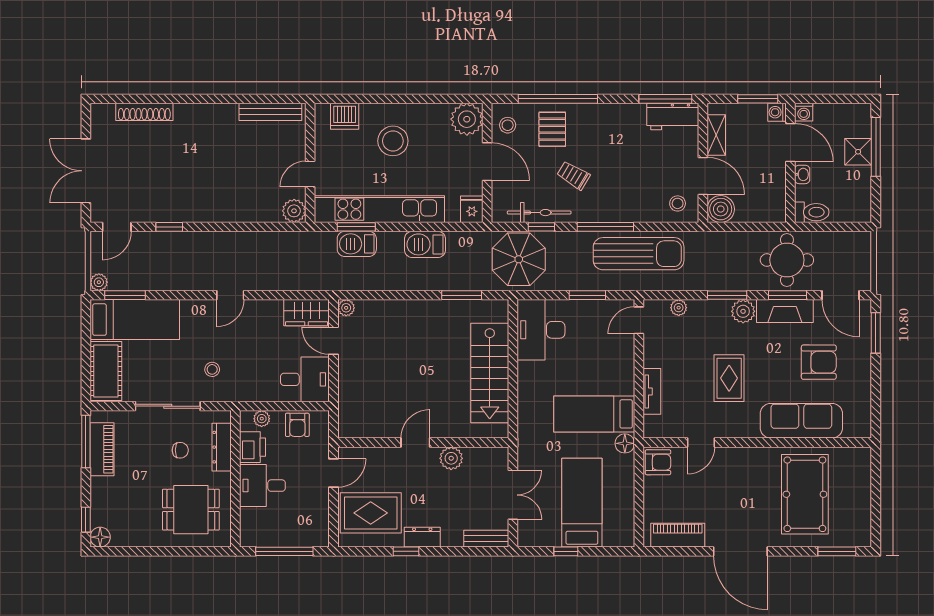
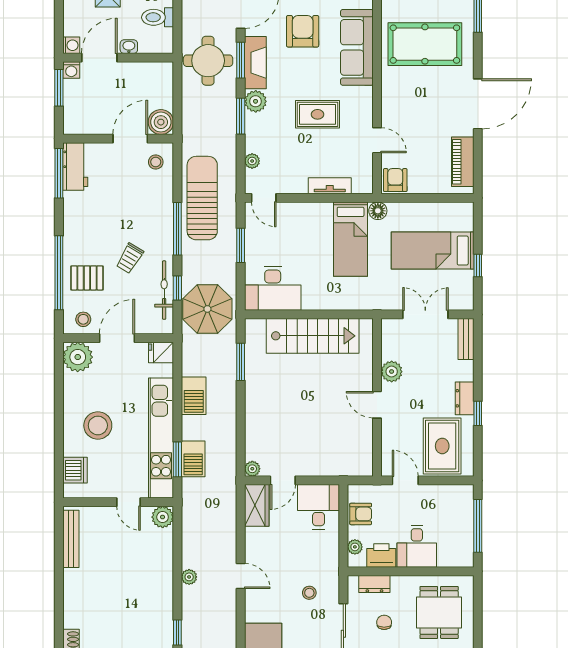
shelving: (716, 135) -> (92, 126), removed
toilet: (812, 212) -> (158, 17), moved, turned -90
plant: (229, 240) -> (189, 577), added
dresser: (222, 447) -> (374, 584), width x0.70

